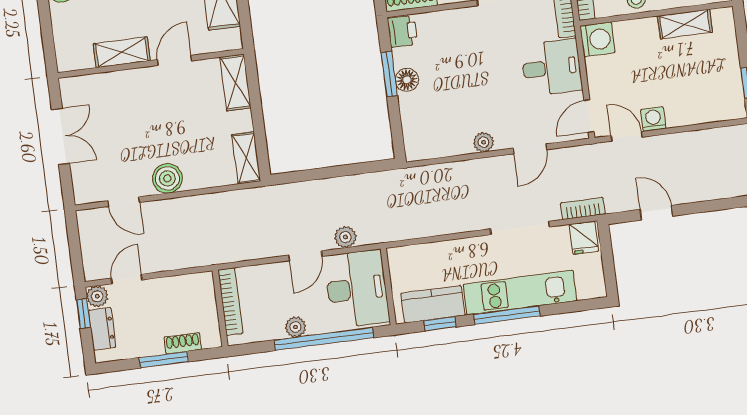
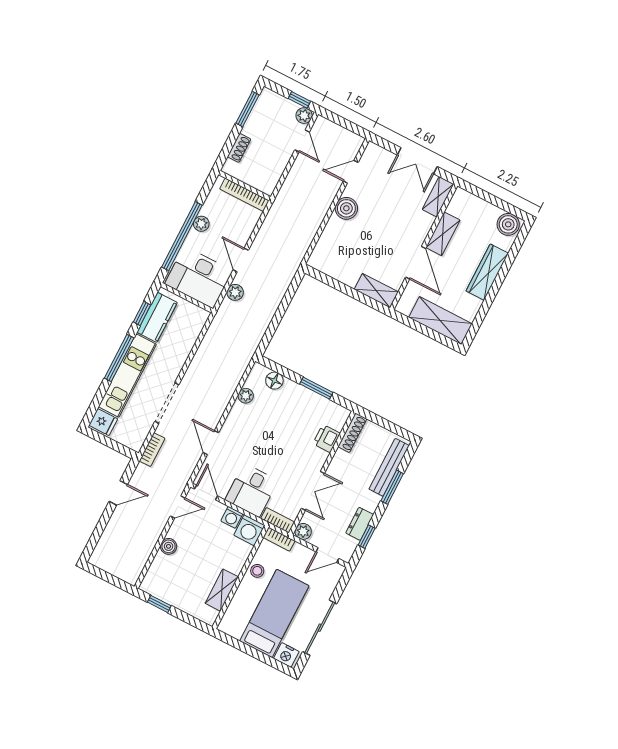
printer: (402, 31) -> (326, 438), moved, turned 90
door: (175, 60) -> (416, 263), width x1.38
floor lamp: (407, 80) -> (274, 381), moved
boiler: (677, 116) -> (169, 546), added
washing machine: (653, 119) -> (232, 517), moved, turned 90
plant: (484, 142) -> (246, 396), moved
shelving: (246, 158) -> (438, 197), moved, turned 90
fridge: (584, 238) -> (103, 422), moved, turned 180
dresser: (102, 329) -> (282, 105), removed
window: (164, 360) -> (248, 109), moved

